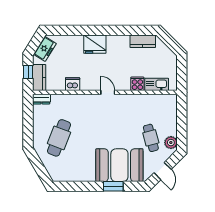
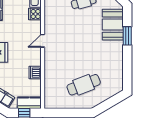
dresser: (41, 99) -> (49, 101), removed
cafe table: (59, 138) -> (84, 85), turned -42
booth: (119, 165) -> (113, 25), width x0.73, depth x0.70

